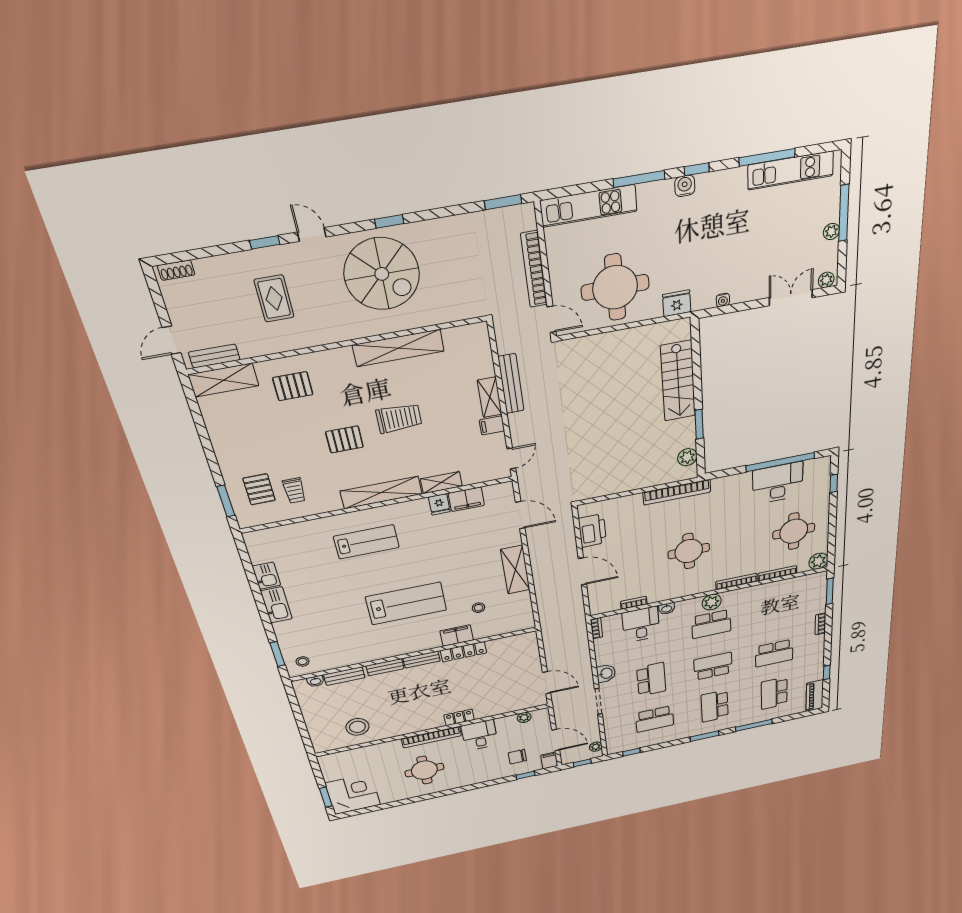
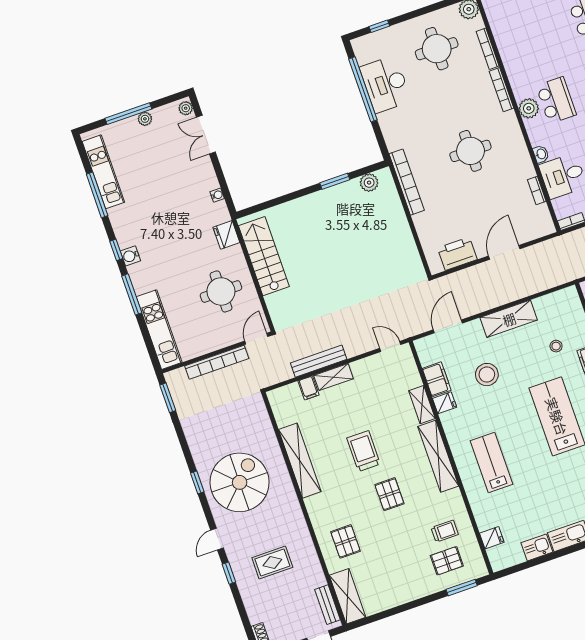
round table: (615, 287) -> (221, 291), width x0.73, depth x0.73
stairs: (678, 381) -> (264, 256), moved, turned -90
filing cabinet: (492, 425) -> (309, 388), moved
fridge: (282, 535) -> (492, 538), added
stool: (462, 546) -> (487, 375), added

